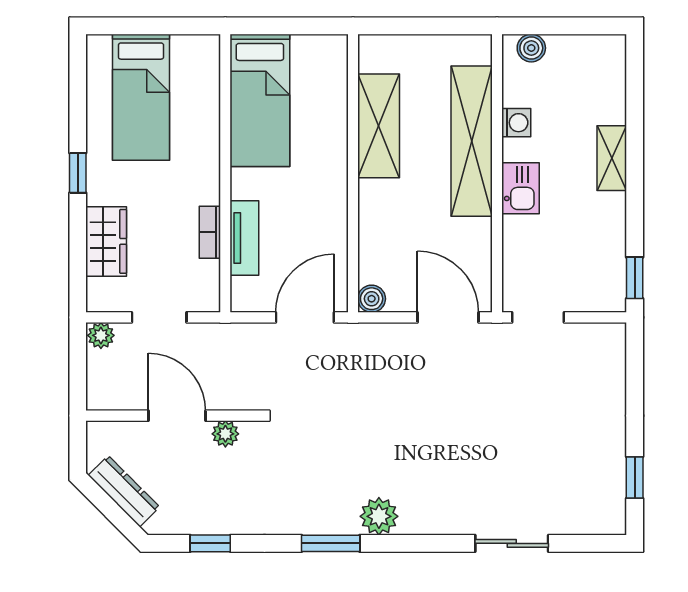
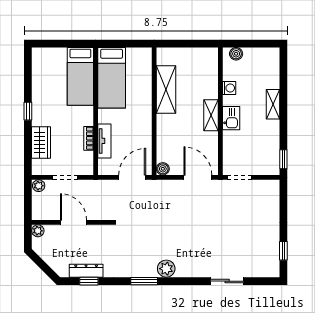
bed: (141, 97) -> (80, 76), moved
shelving: (472, 141) -> (211, 115), width x0.45, depth x0.75
plant: (225, 434) -> (38, 231), moved
dresser: (124, 491) -> (86, 271), moved, turned -45

